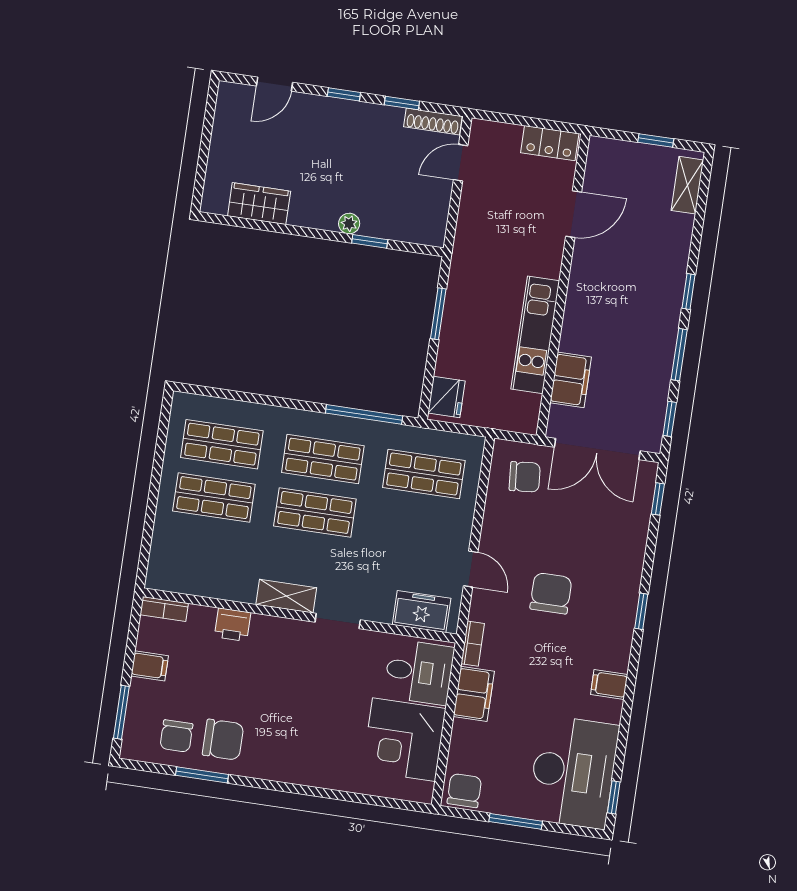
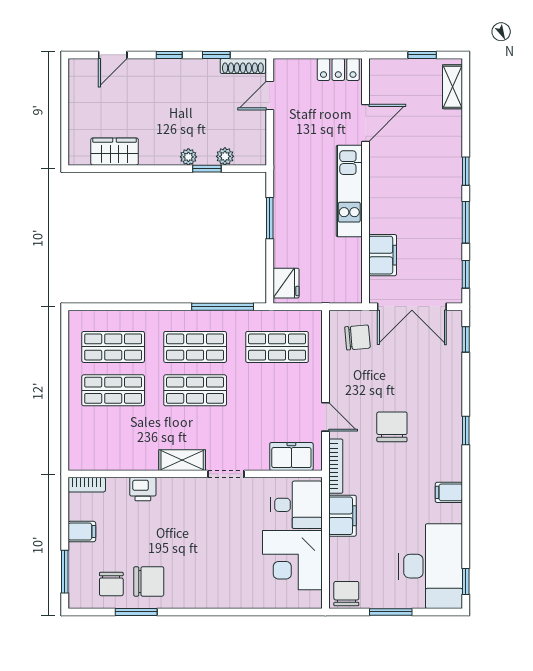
plant: (394, 230) -> (225, 156), added
kitchen unit: (535, 335) -> (349, 191), moved
bookcase: (473, 644) -> (336, 466), width x1.56

